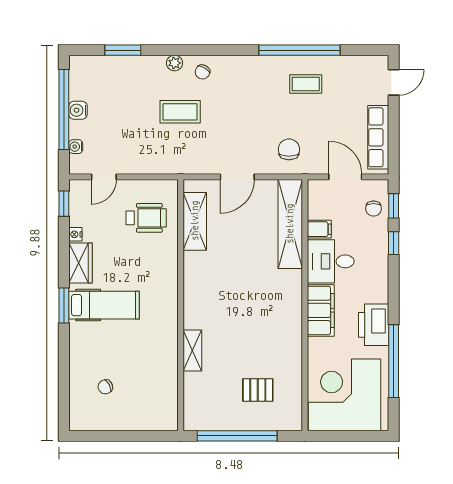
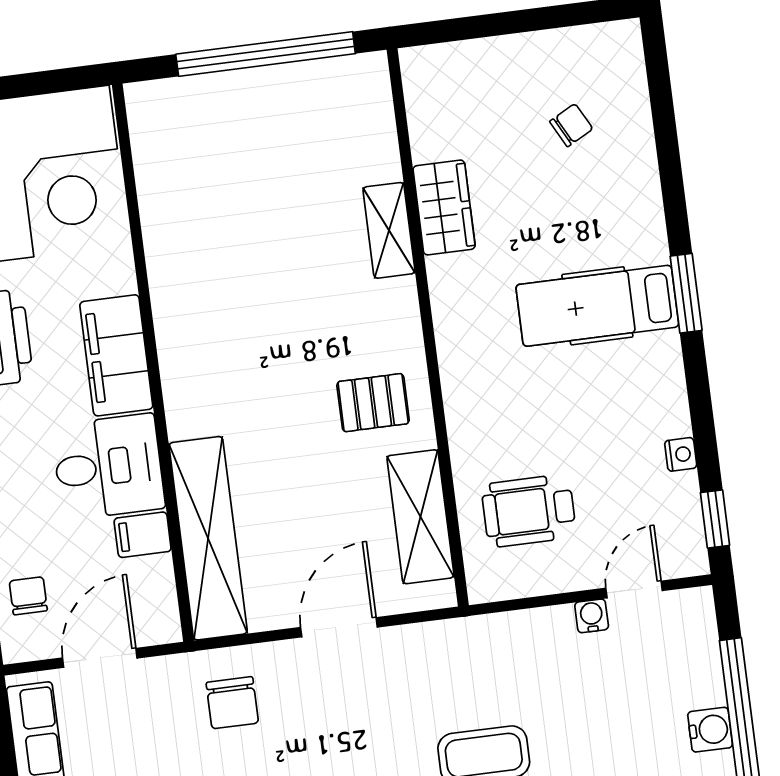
water cooler: (76, 147) -> (592, 616), moved, turned -90
door: (345, 177) -> (100, 658), swing flipped
wardrobe: (81, 263) -> (444, 207), moved, turned 180
pallet: (258, 390) -> (373, 403), moved

